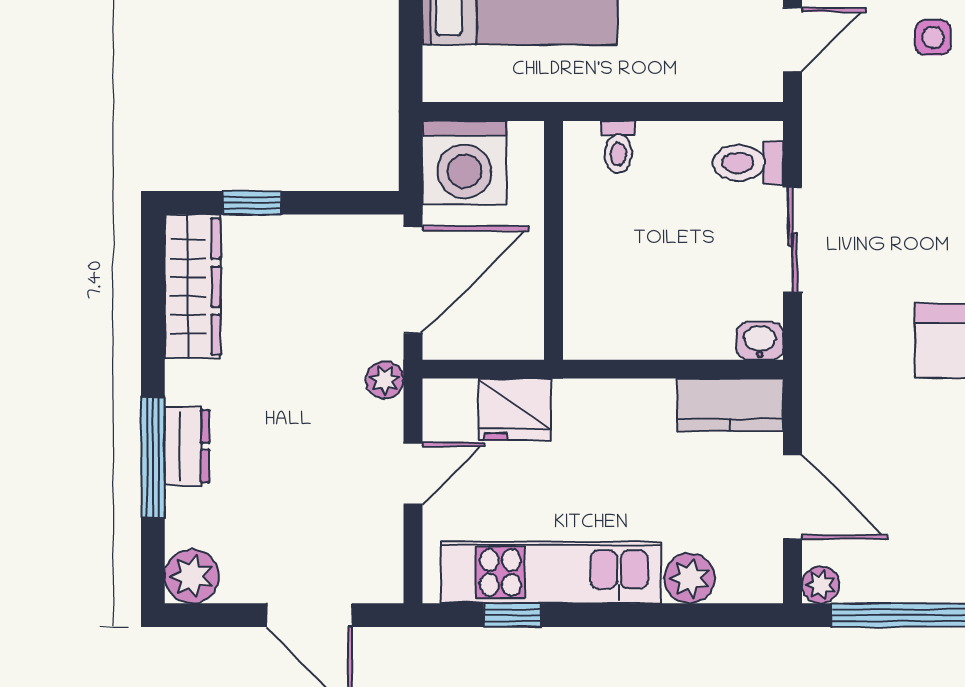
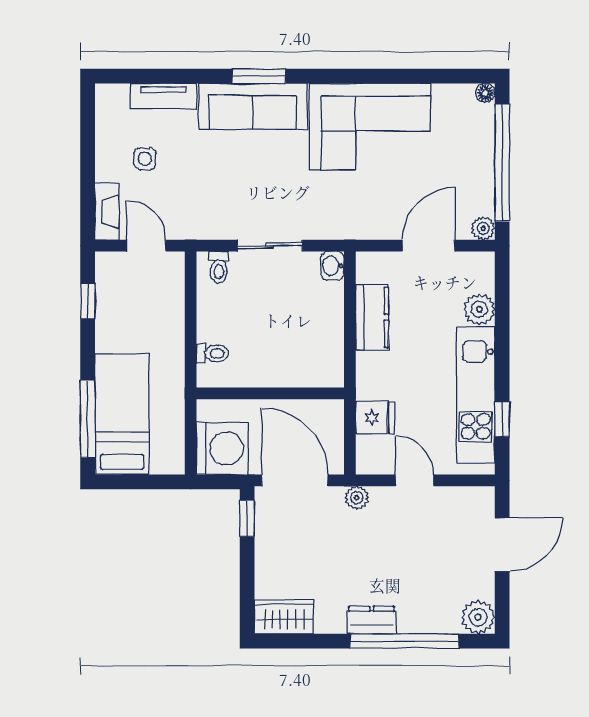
toilet: (748, 163) -> (219, 267), width x0.73, depth x0.72
window: (252, 203) -> (247, 518), moved
wardrobe: (192, 287) -> (284, 617), width x0.67
kitchen counter: (730, 405) -> (372, 317), moved
fridge: (514, 410) -> (375, 418), width x0.72
dresser: (187, 446) -> (372, 620), moved
window: (153, 457) -> (404, 641), width x1.46

